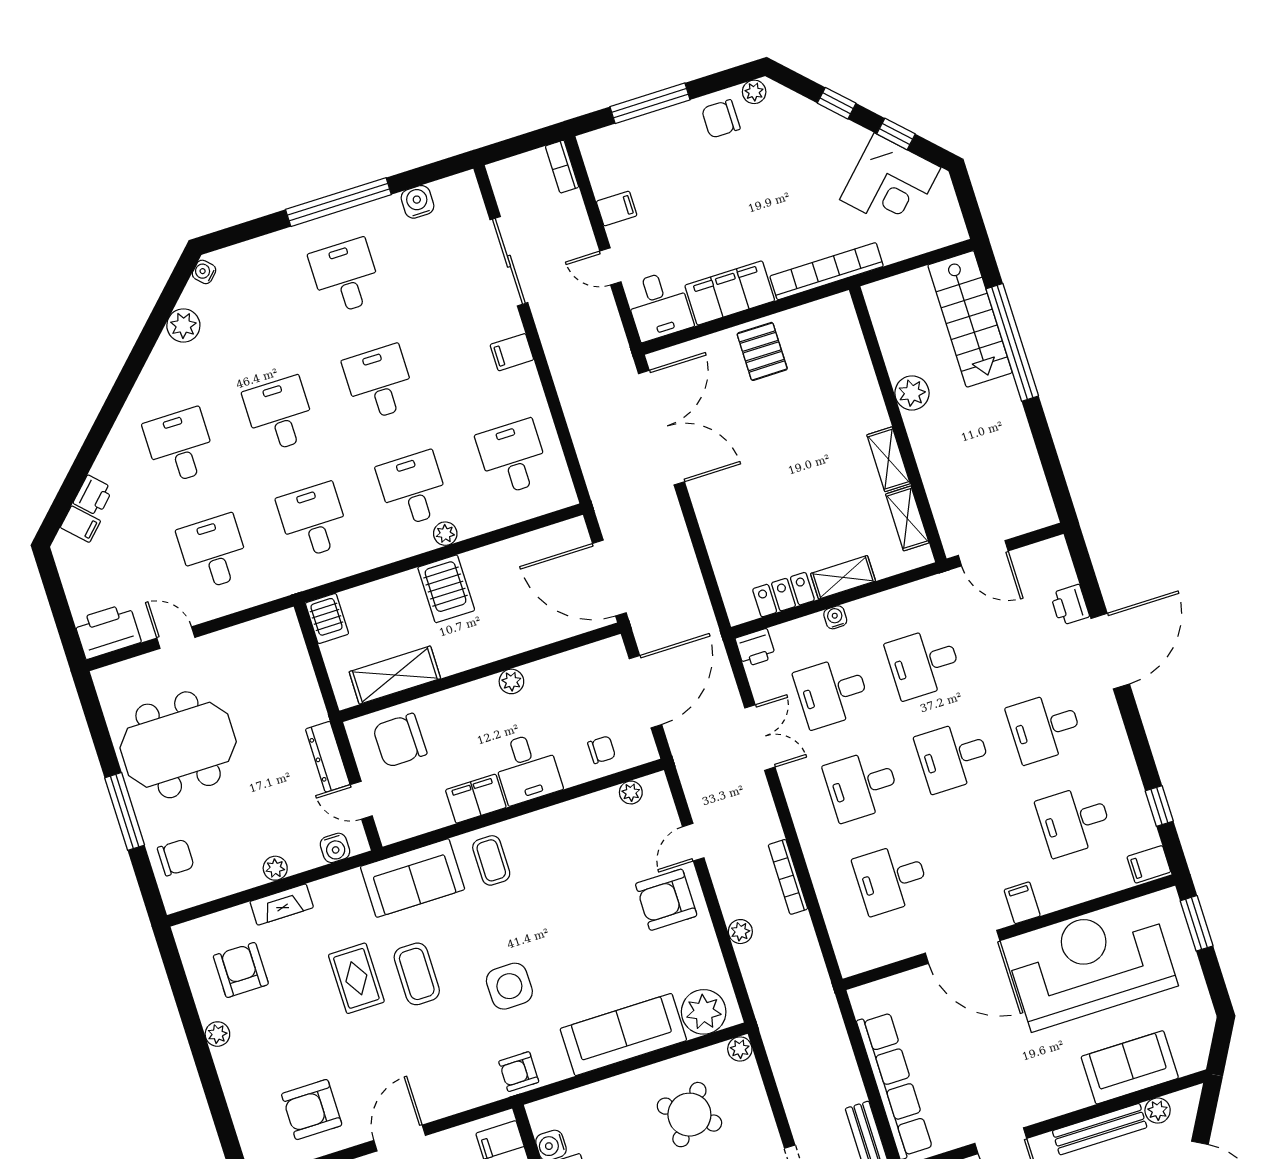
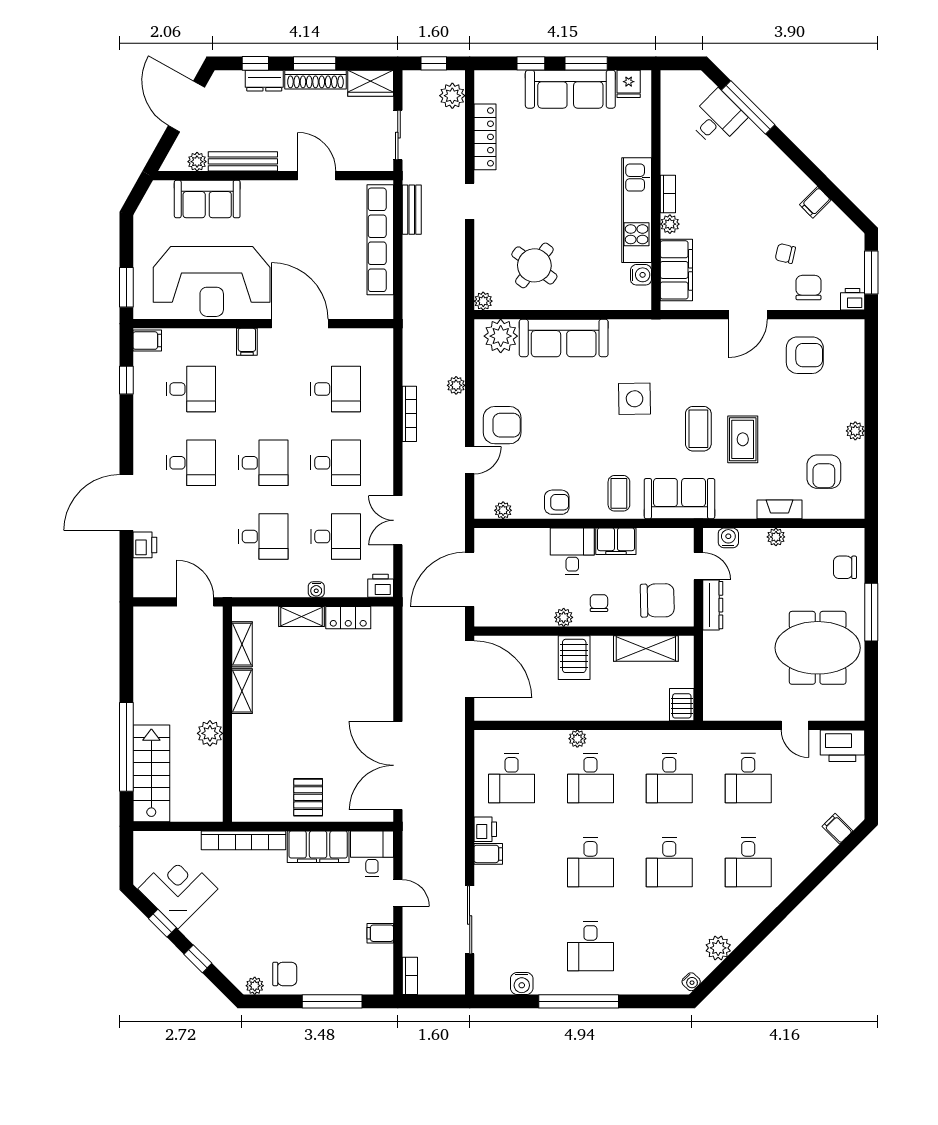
printer: (93, 496) -> (485, 829), moved, turned 135
server rack: (446, 589) -> (574, 658), moved, turned 180
chair: (602, 750) -> (599, 603), moved, turned 90
armchair: (519, 1072) -> (557, 502), moved

